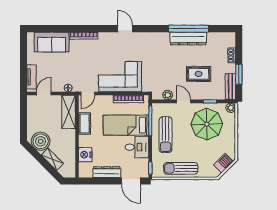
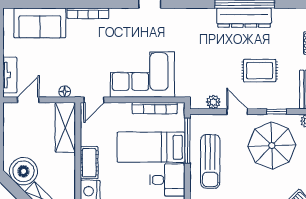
cot: (85, 124) -> (89, 163), moved

